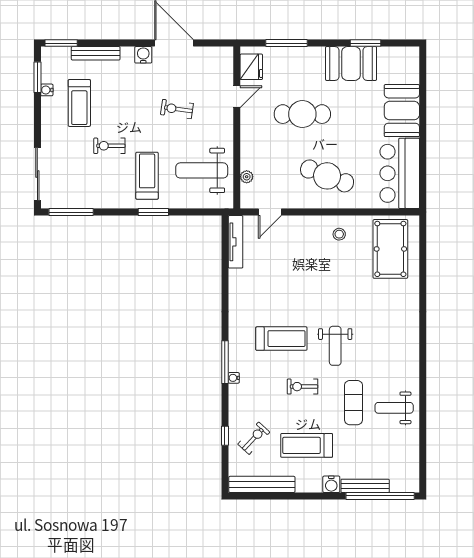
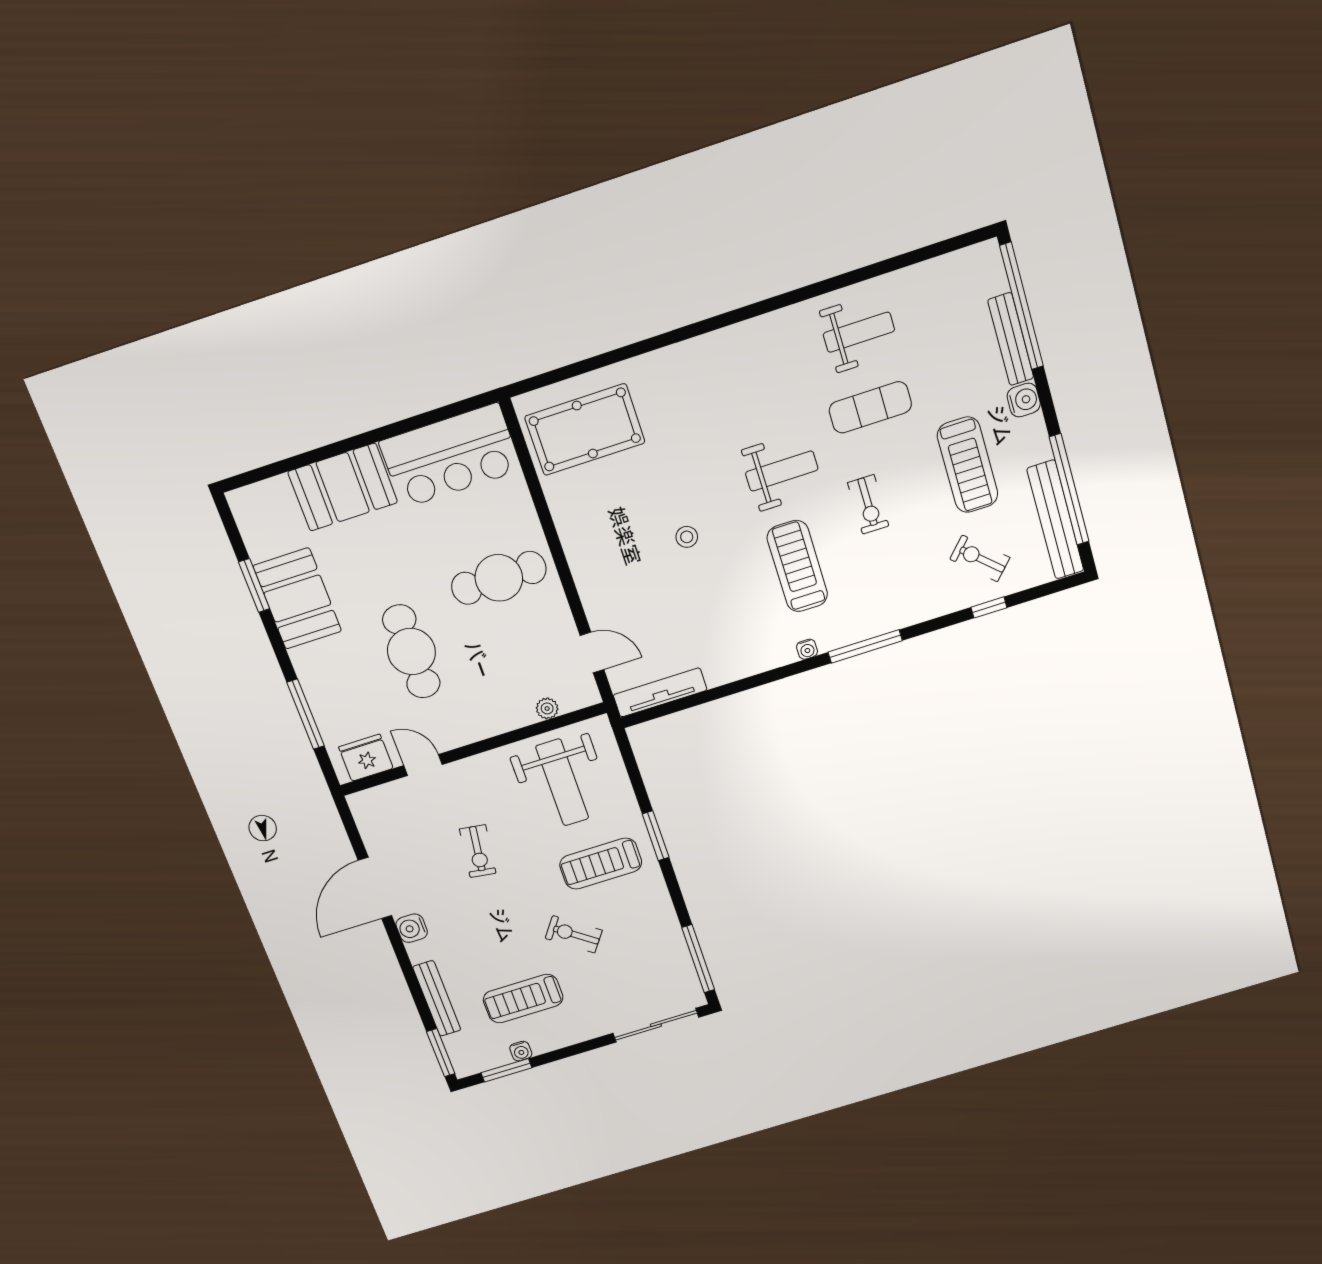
treadmill: (79, 103) -> (523, 999), turned 180
exercise bike: (109, 146) -> (574, 934), turned 126
cafe table: (327, 176) -> (499, 578), turned 69
stool: (339, 234) -> (687, 537), moved
water cooler: (234, 378) -> (807, 649), moved
weight bench: (394, 408) -> (859, 332), turned -90
window: (276, 496) -> (1069, 489), added

